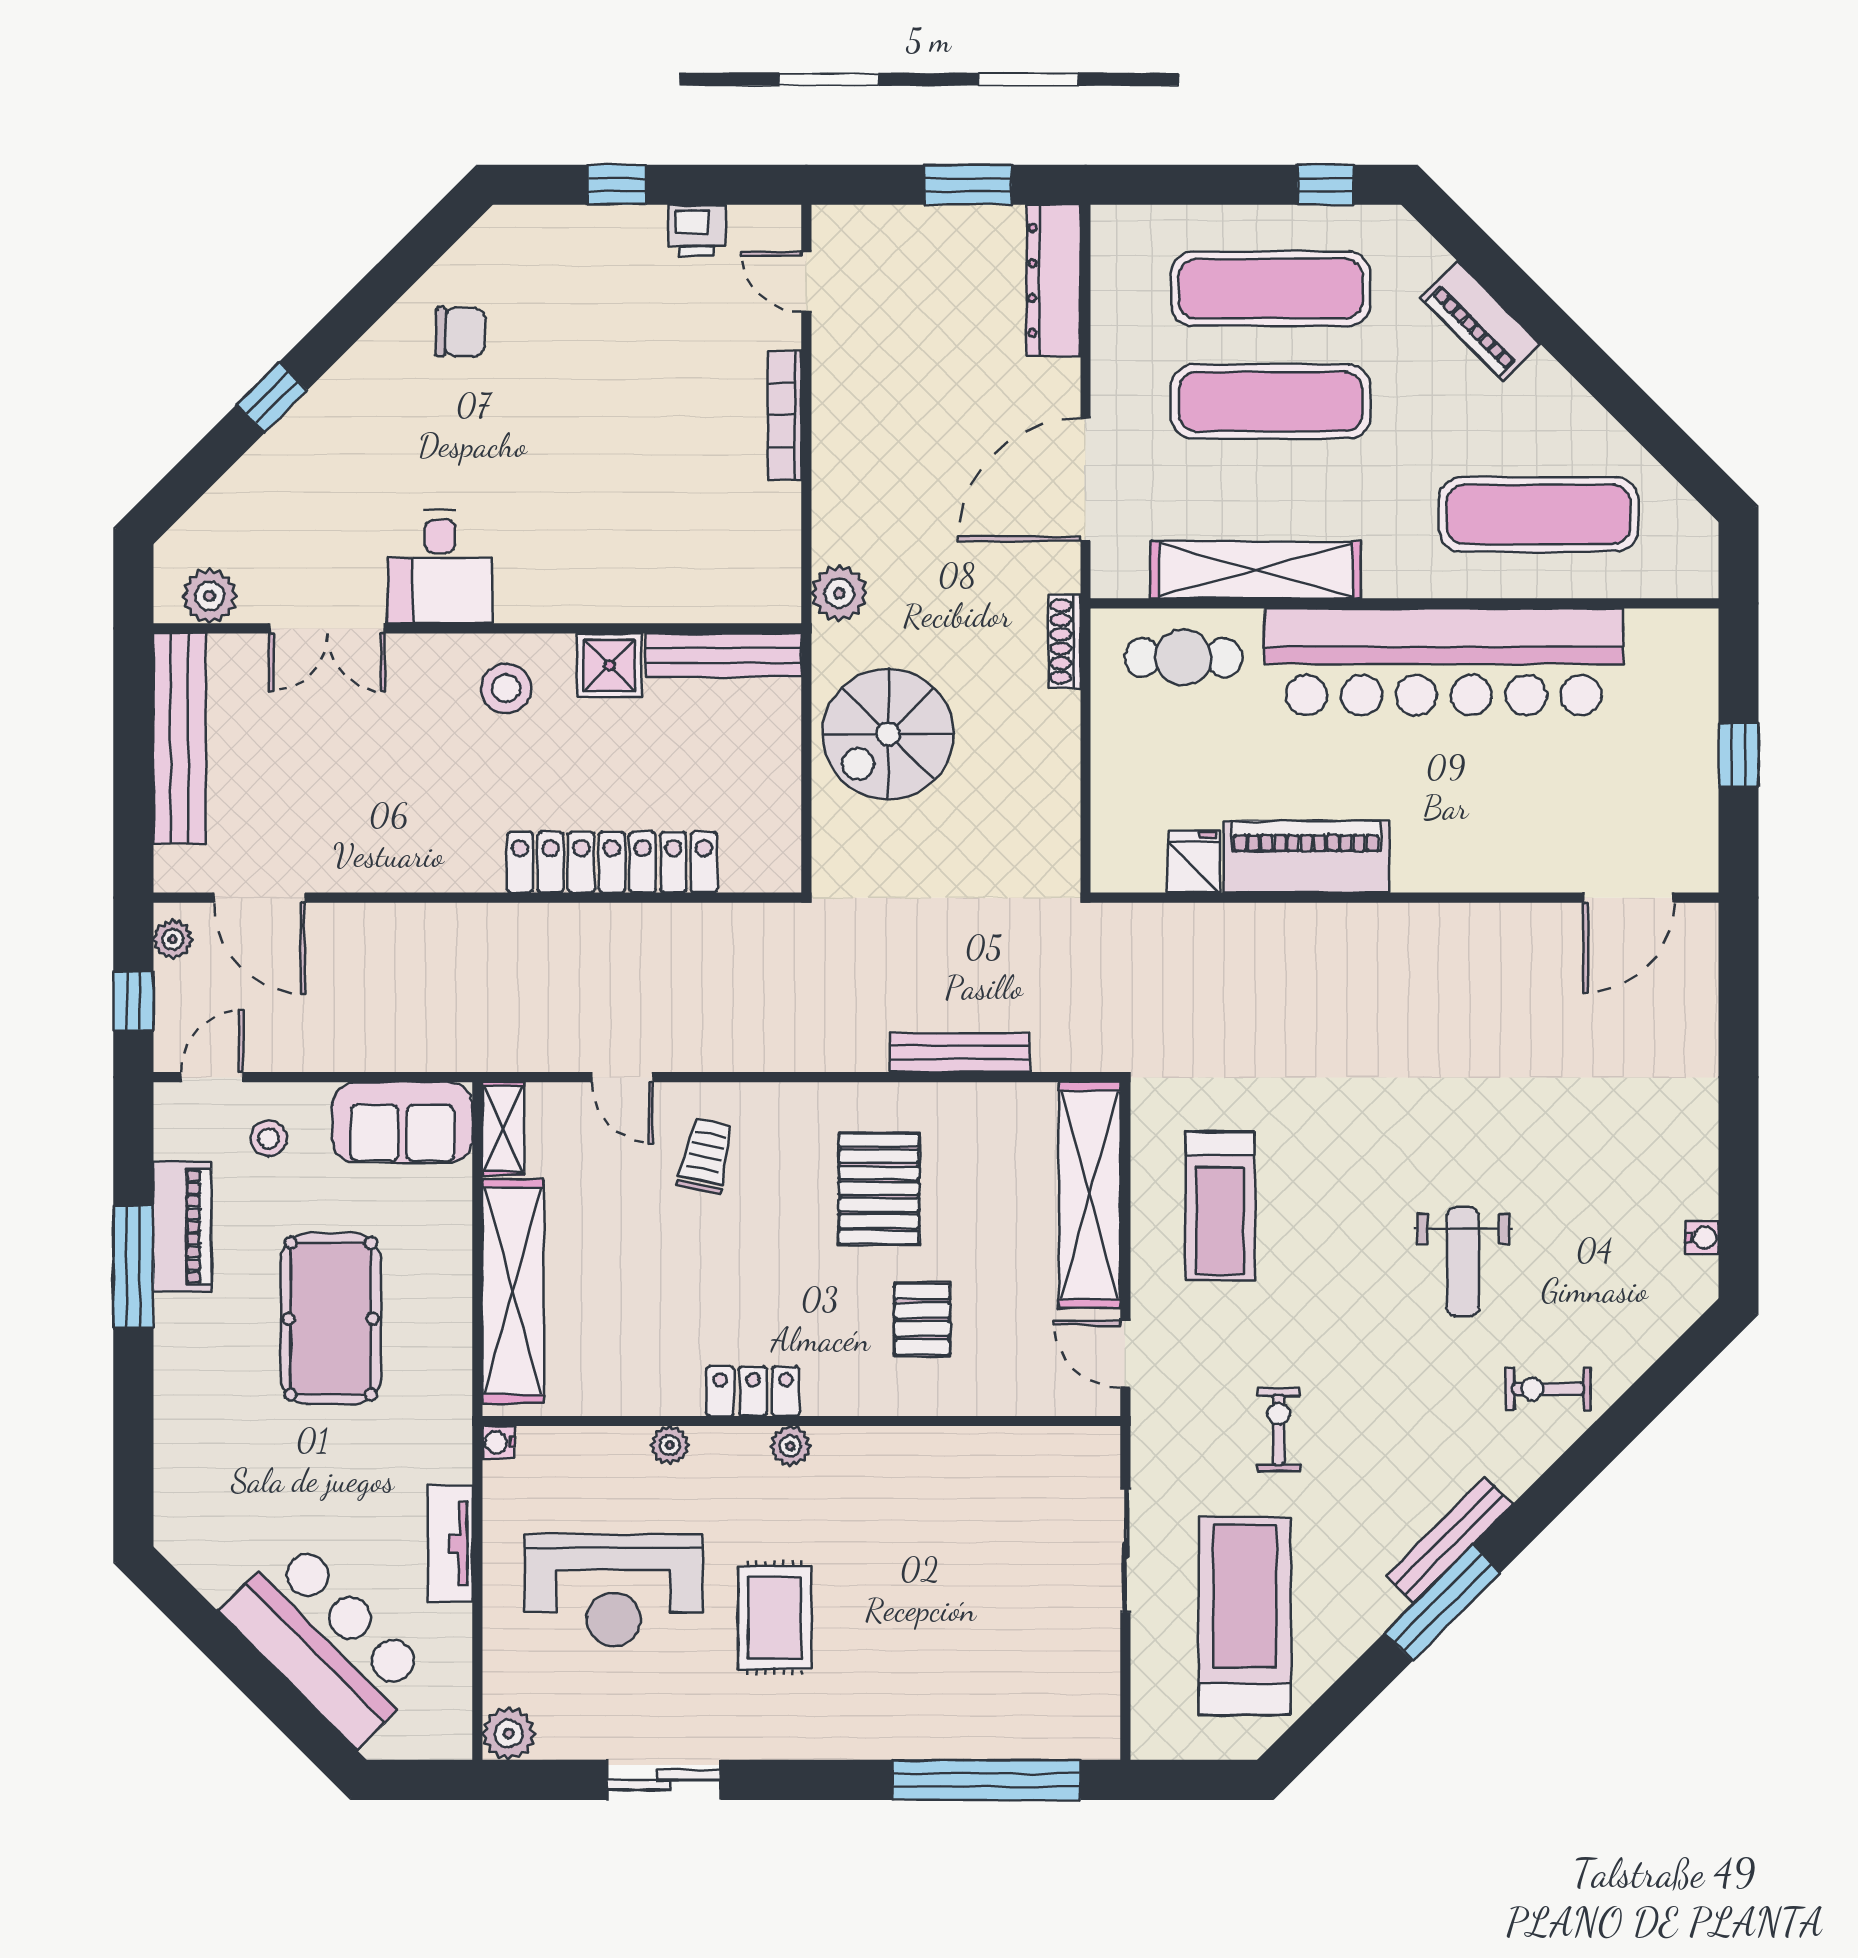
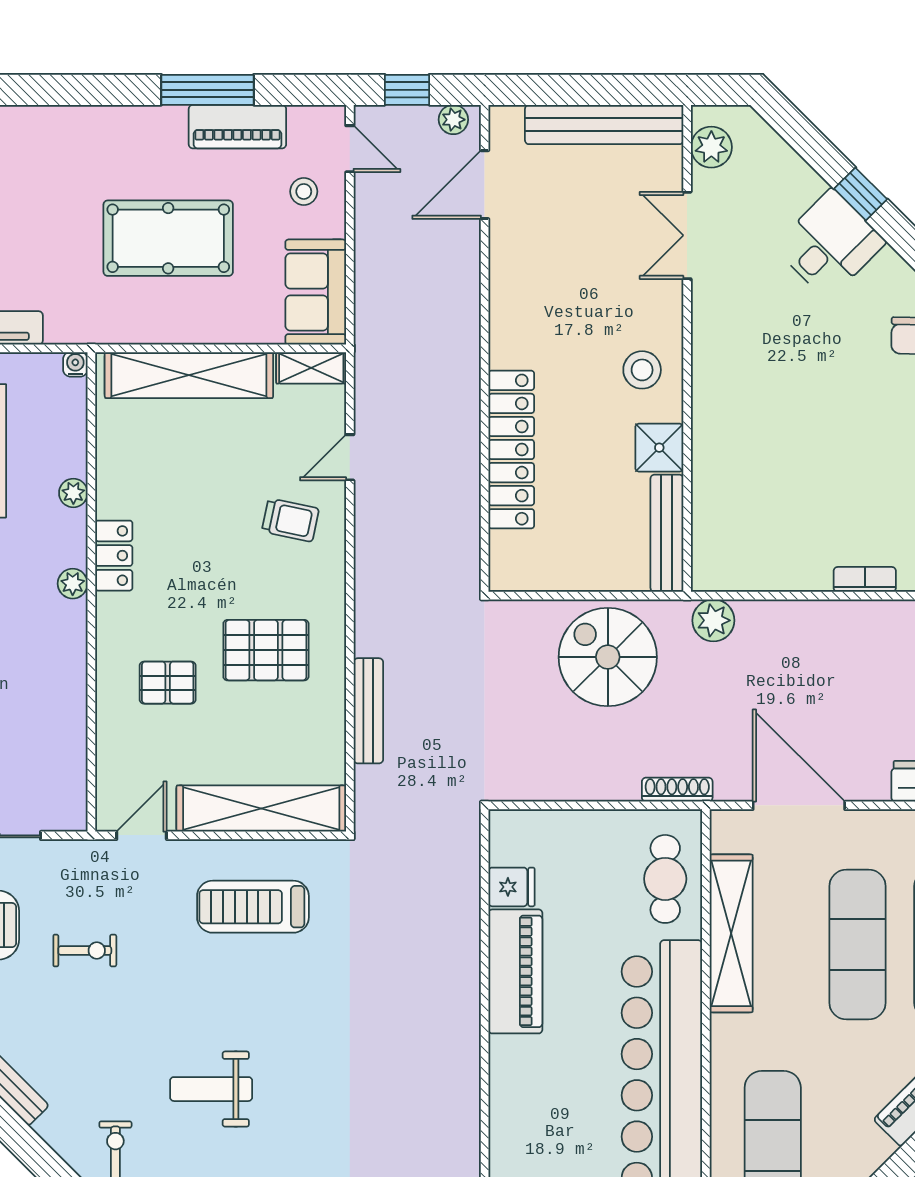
bookcase: (785, 415) -> (865, 579), width x0.64
desk: (440, 567) -> (830, 244), moved, turned 135

